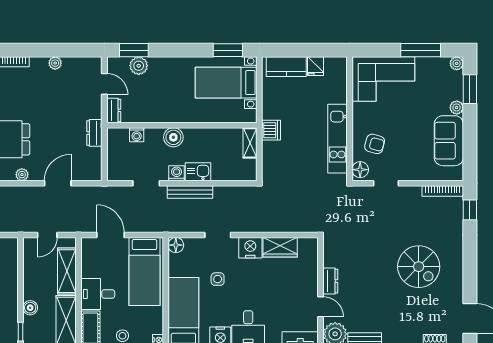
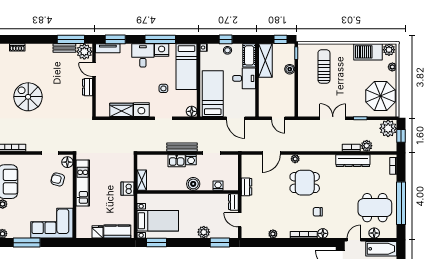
plant: (139, 66) -> (204, 232), moved
door: (47, 235) -> (278, 118), swing flipped
shelving: (67, 271) -> (265, 94), removed

